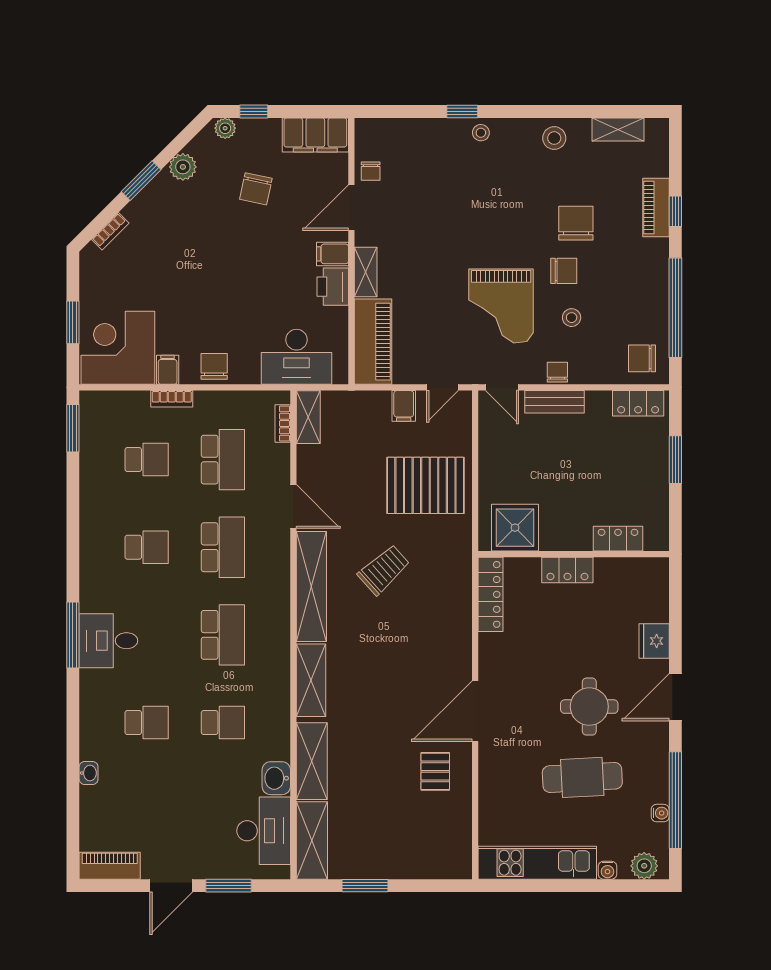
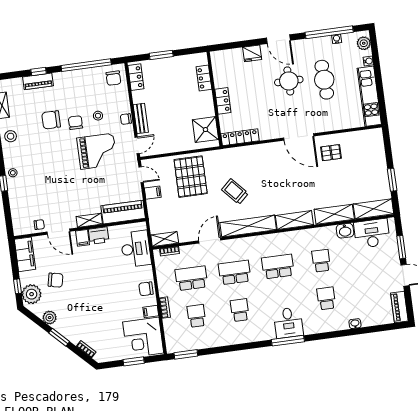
plant: (225, 128) -> (32, 294), width x1.87, depth x1.87

